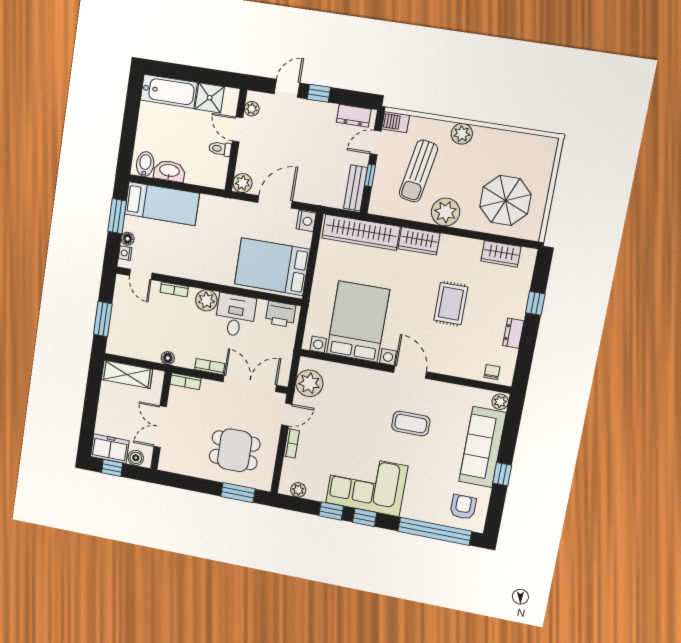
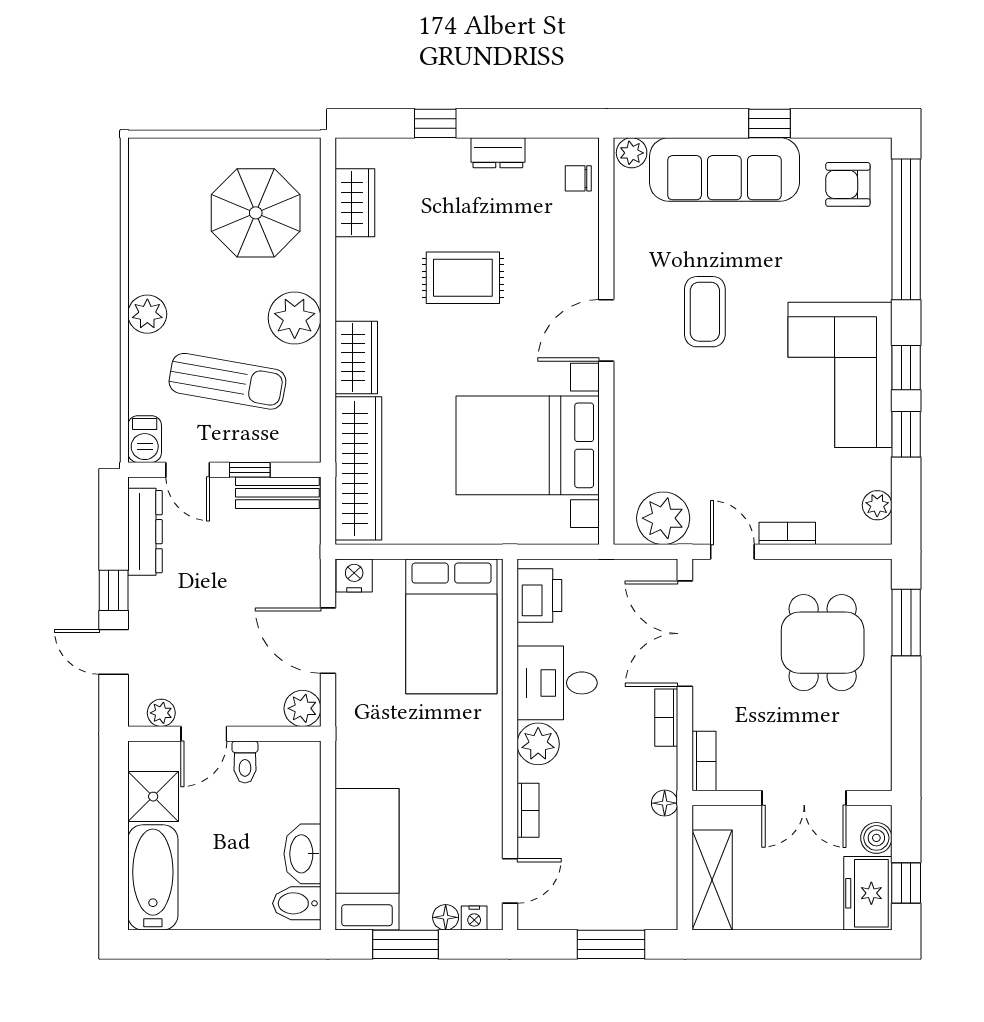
dresser: (354, 116) -> (145, 532), width x1.44

